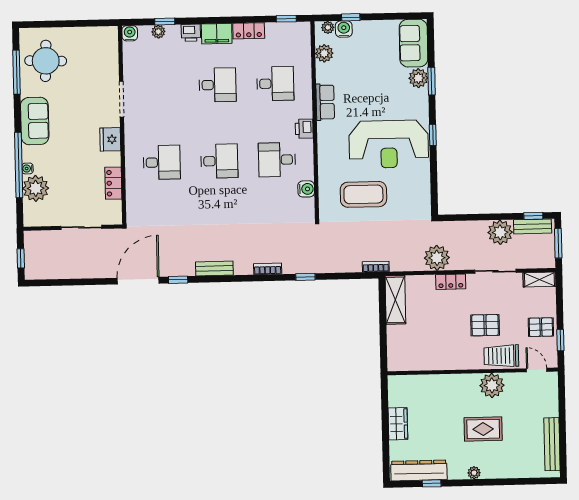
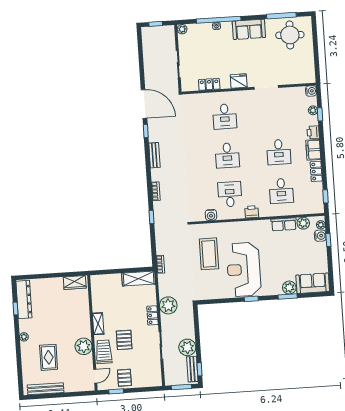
row of seats: (325, 102) -> (284, 224), moved
plant: (36, 188) -> (182, 29), moved, width x0.53, depth x0.53
shelving: (539, 280) -> (98, 324), moved
wardrobe: (398, 424) -> (75, 283), moved
rug: (483, 429) -> (49, 357), moved

